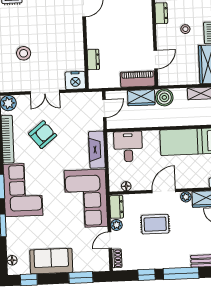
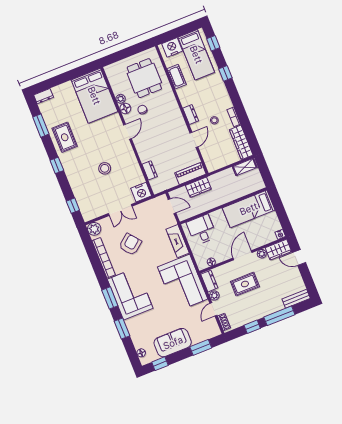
stool: (24, 53) -> (105, 168), moved
door: (156, 60) -> (194, 140), moved
boiler: (164, 97) -> (217, 181), removed
door: (104, 108) -> (172, 206), hinge flipped

